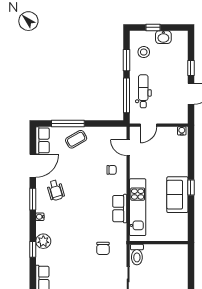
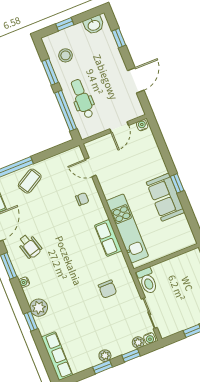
washbasin: (163, 37) -> (94, 25), moved
window: (191, 68) -> (119, 38), moved
door: (148, 125) -> (119, 127), moved

